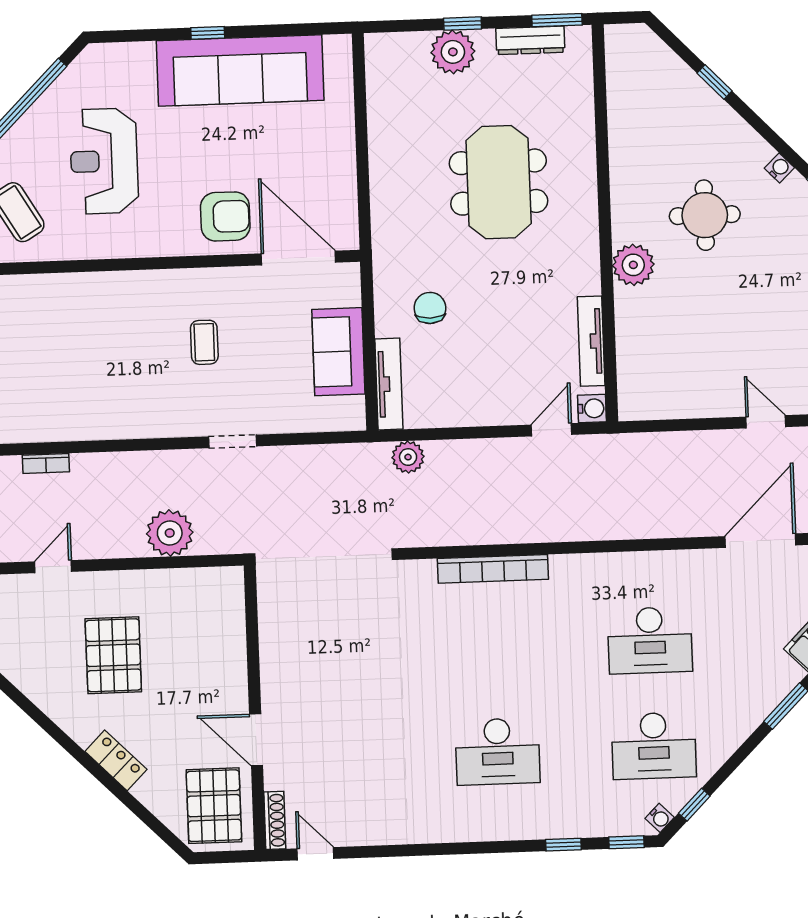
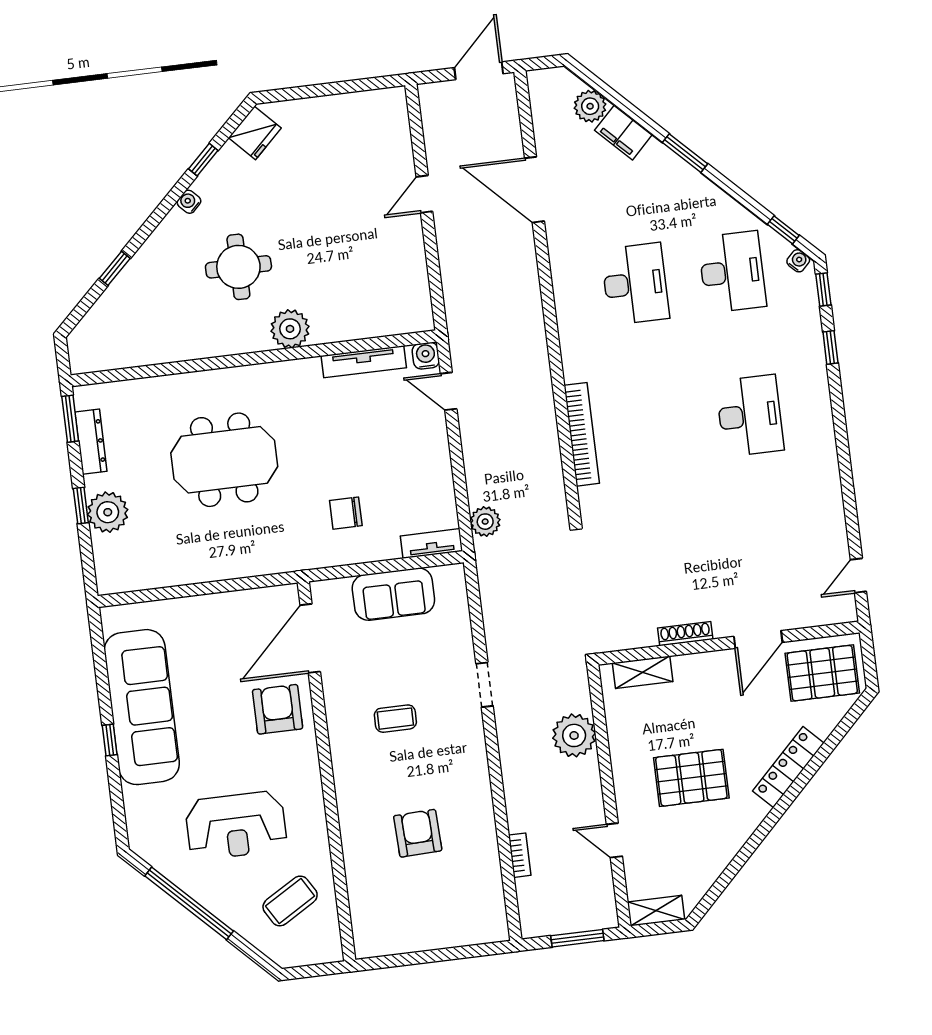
armchair: (79, 356) -> (418, 833), added
tv unit: (389, 384) -> (431, 543), width x0.71
shelving: (231, 613) -> (643, 672), added
locker: (116, 760) -> (788, 767), width x1.53
shoe rack: (275, 820) -> (685, 634), moved

